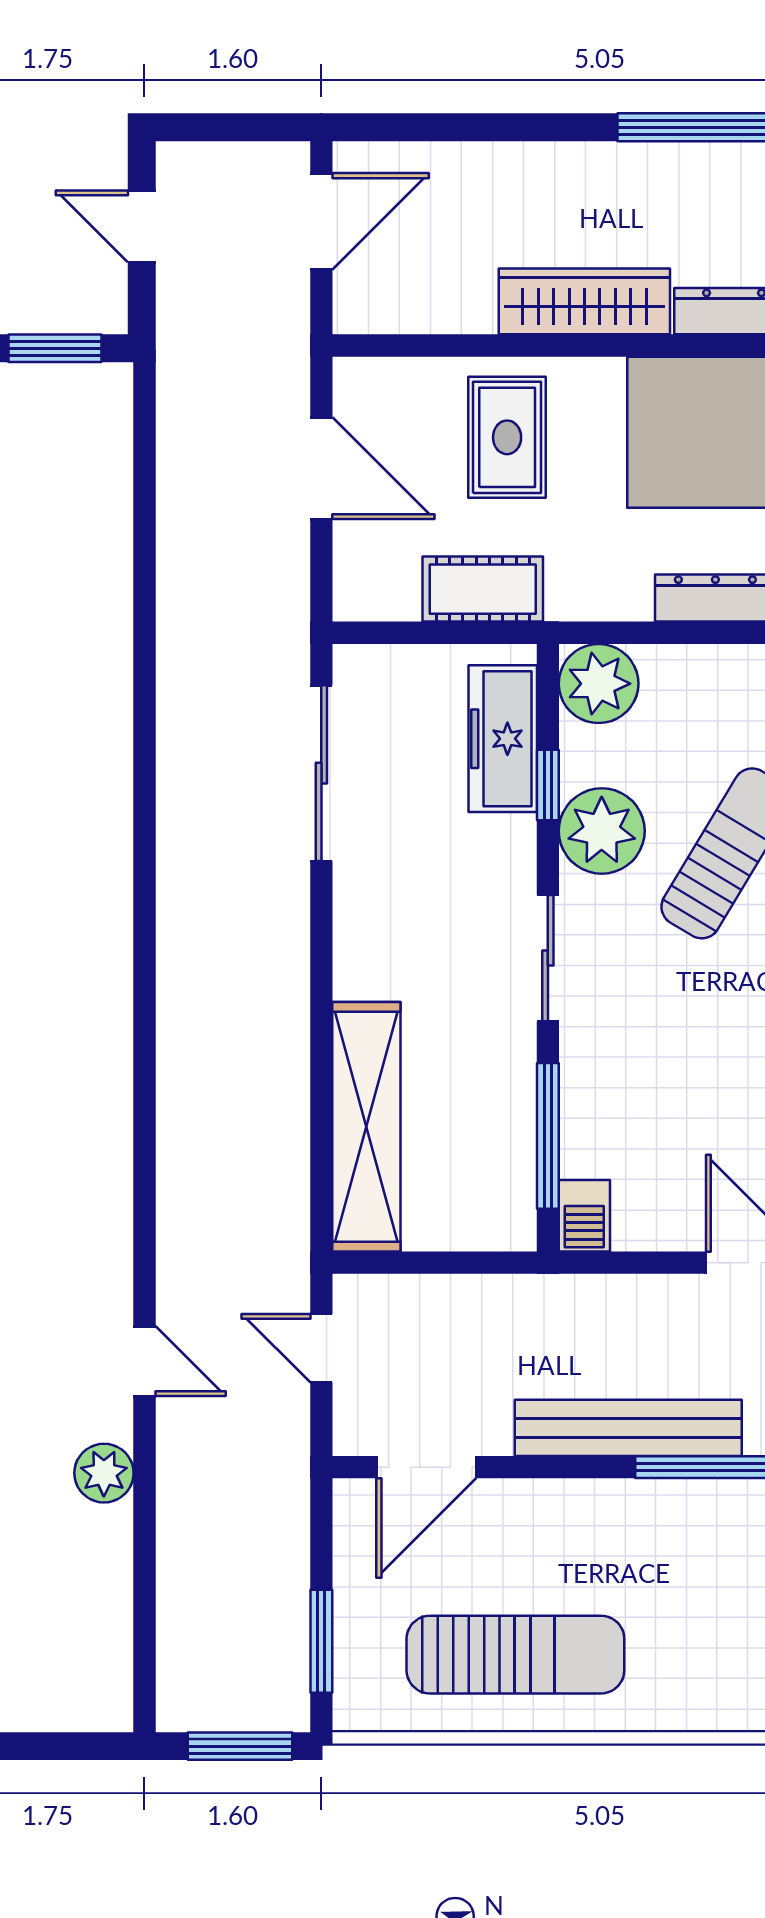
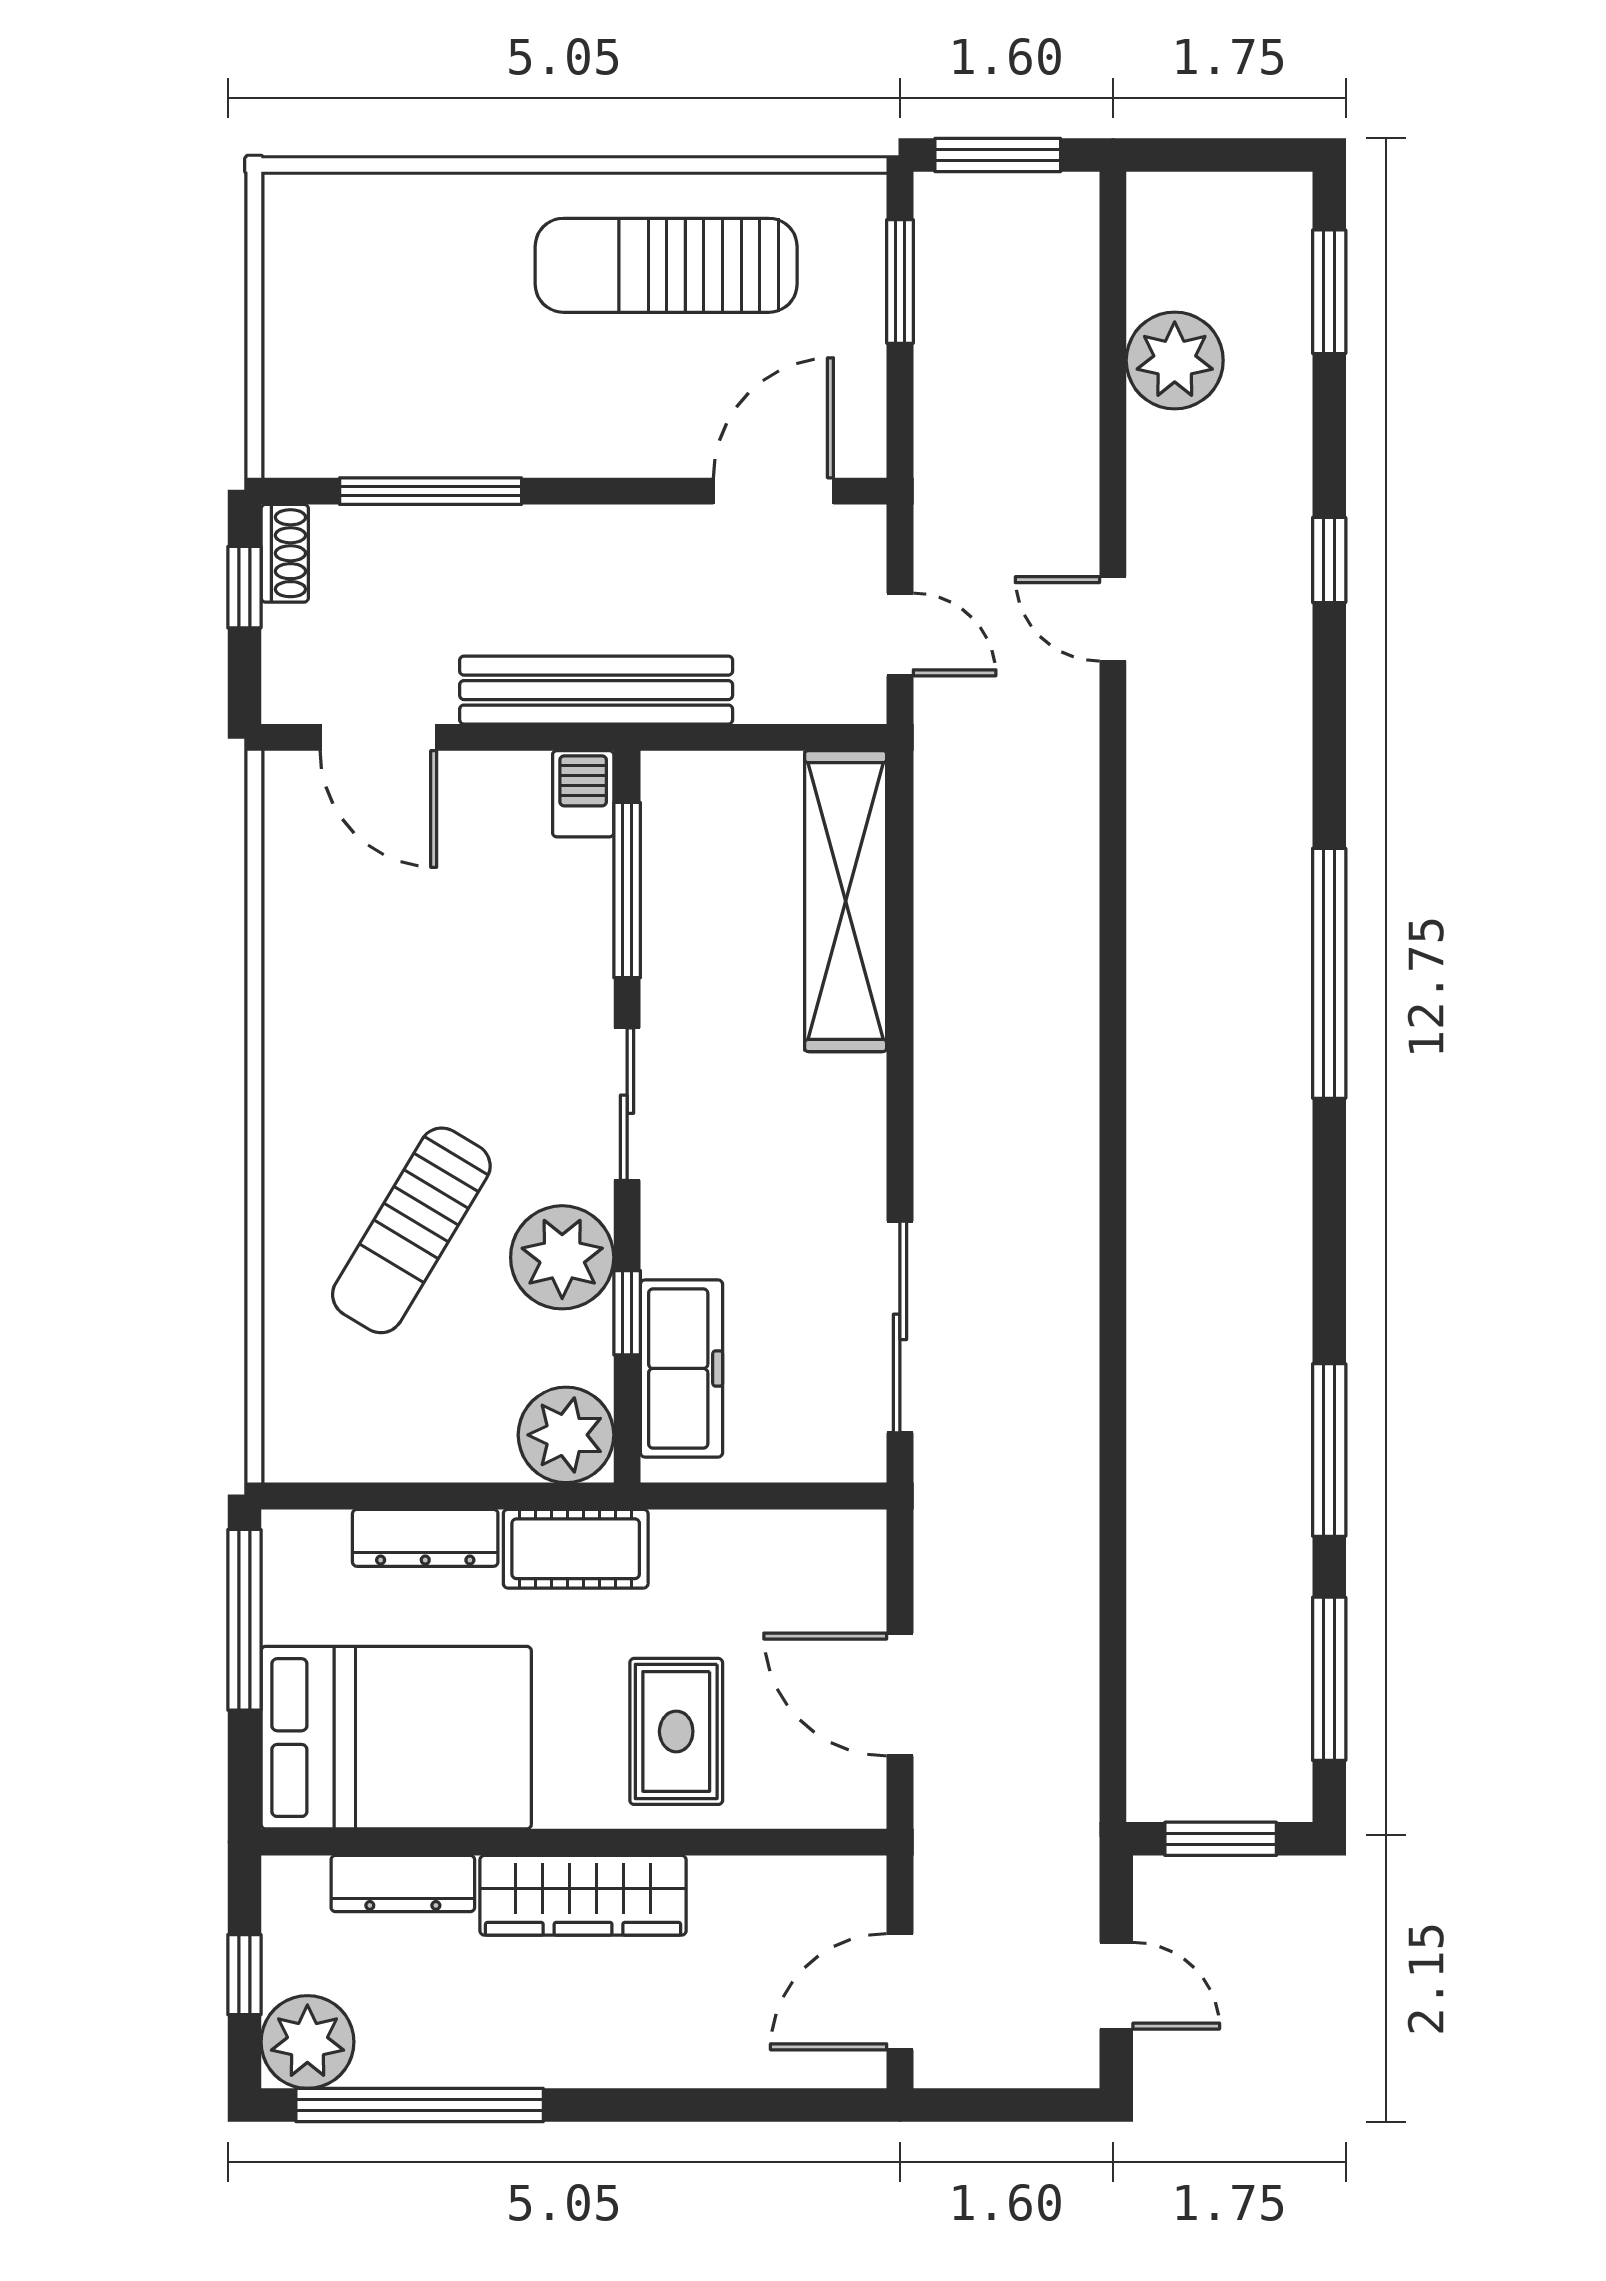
cot: (483, 589) -> (576, 1549), moved
bench: (628, 1428) -> (596, 690), moved
plant: (104, 1473) -> (1175, 360), moved, width x1.36, depth x1.36

